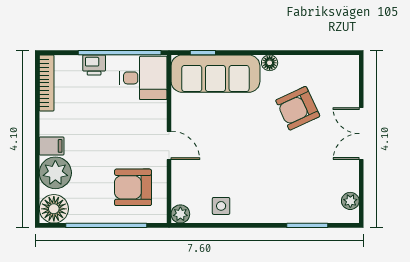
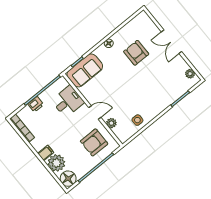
sofa: (215, 74) -> (85, 70), width x0.73
desk: (143, 78) -> (68, 101), moved
armchair: (298, 108) -> (136, 53), turned 115
plant: (180, 214) -> (111, 123), moved

